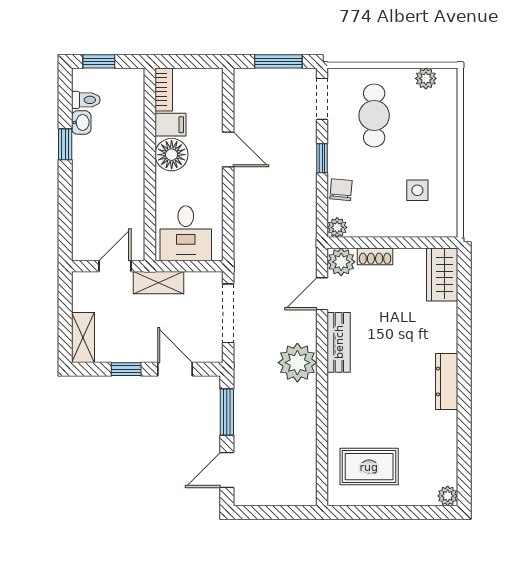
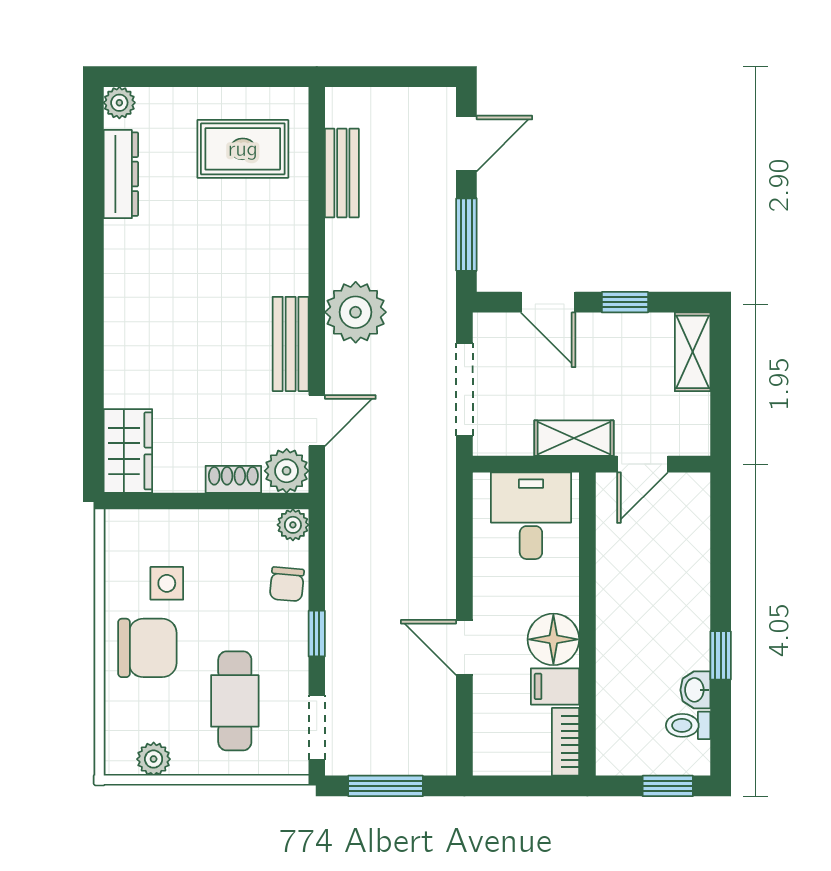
chair: (430, 149) -> (147, 648), added
dresser: (447, 381) -> (121, 174), moved
bench: (306, 451) -> (342, 173), added

